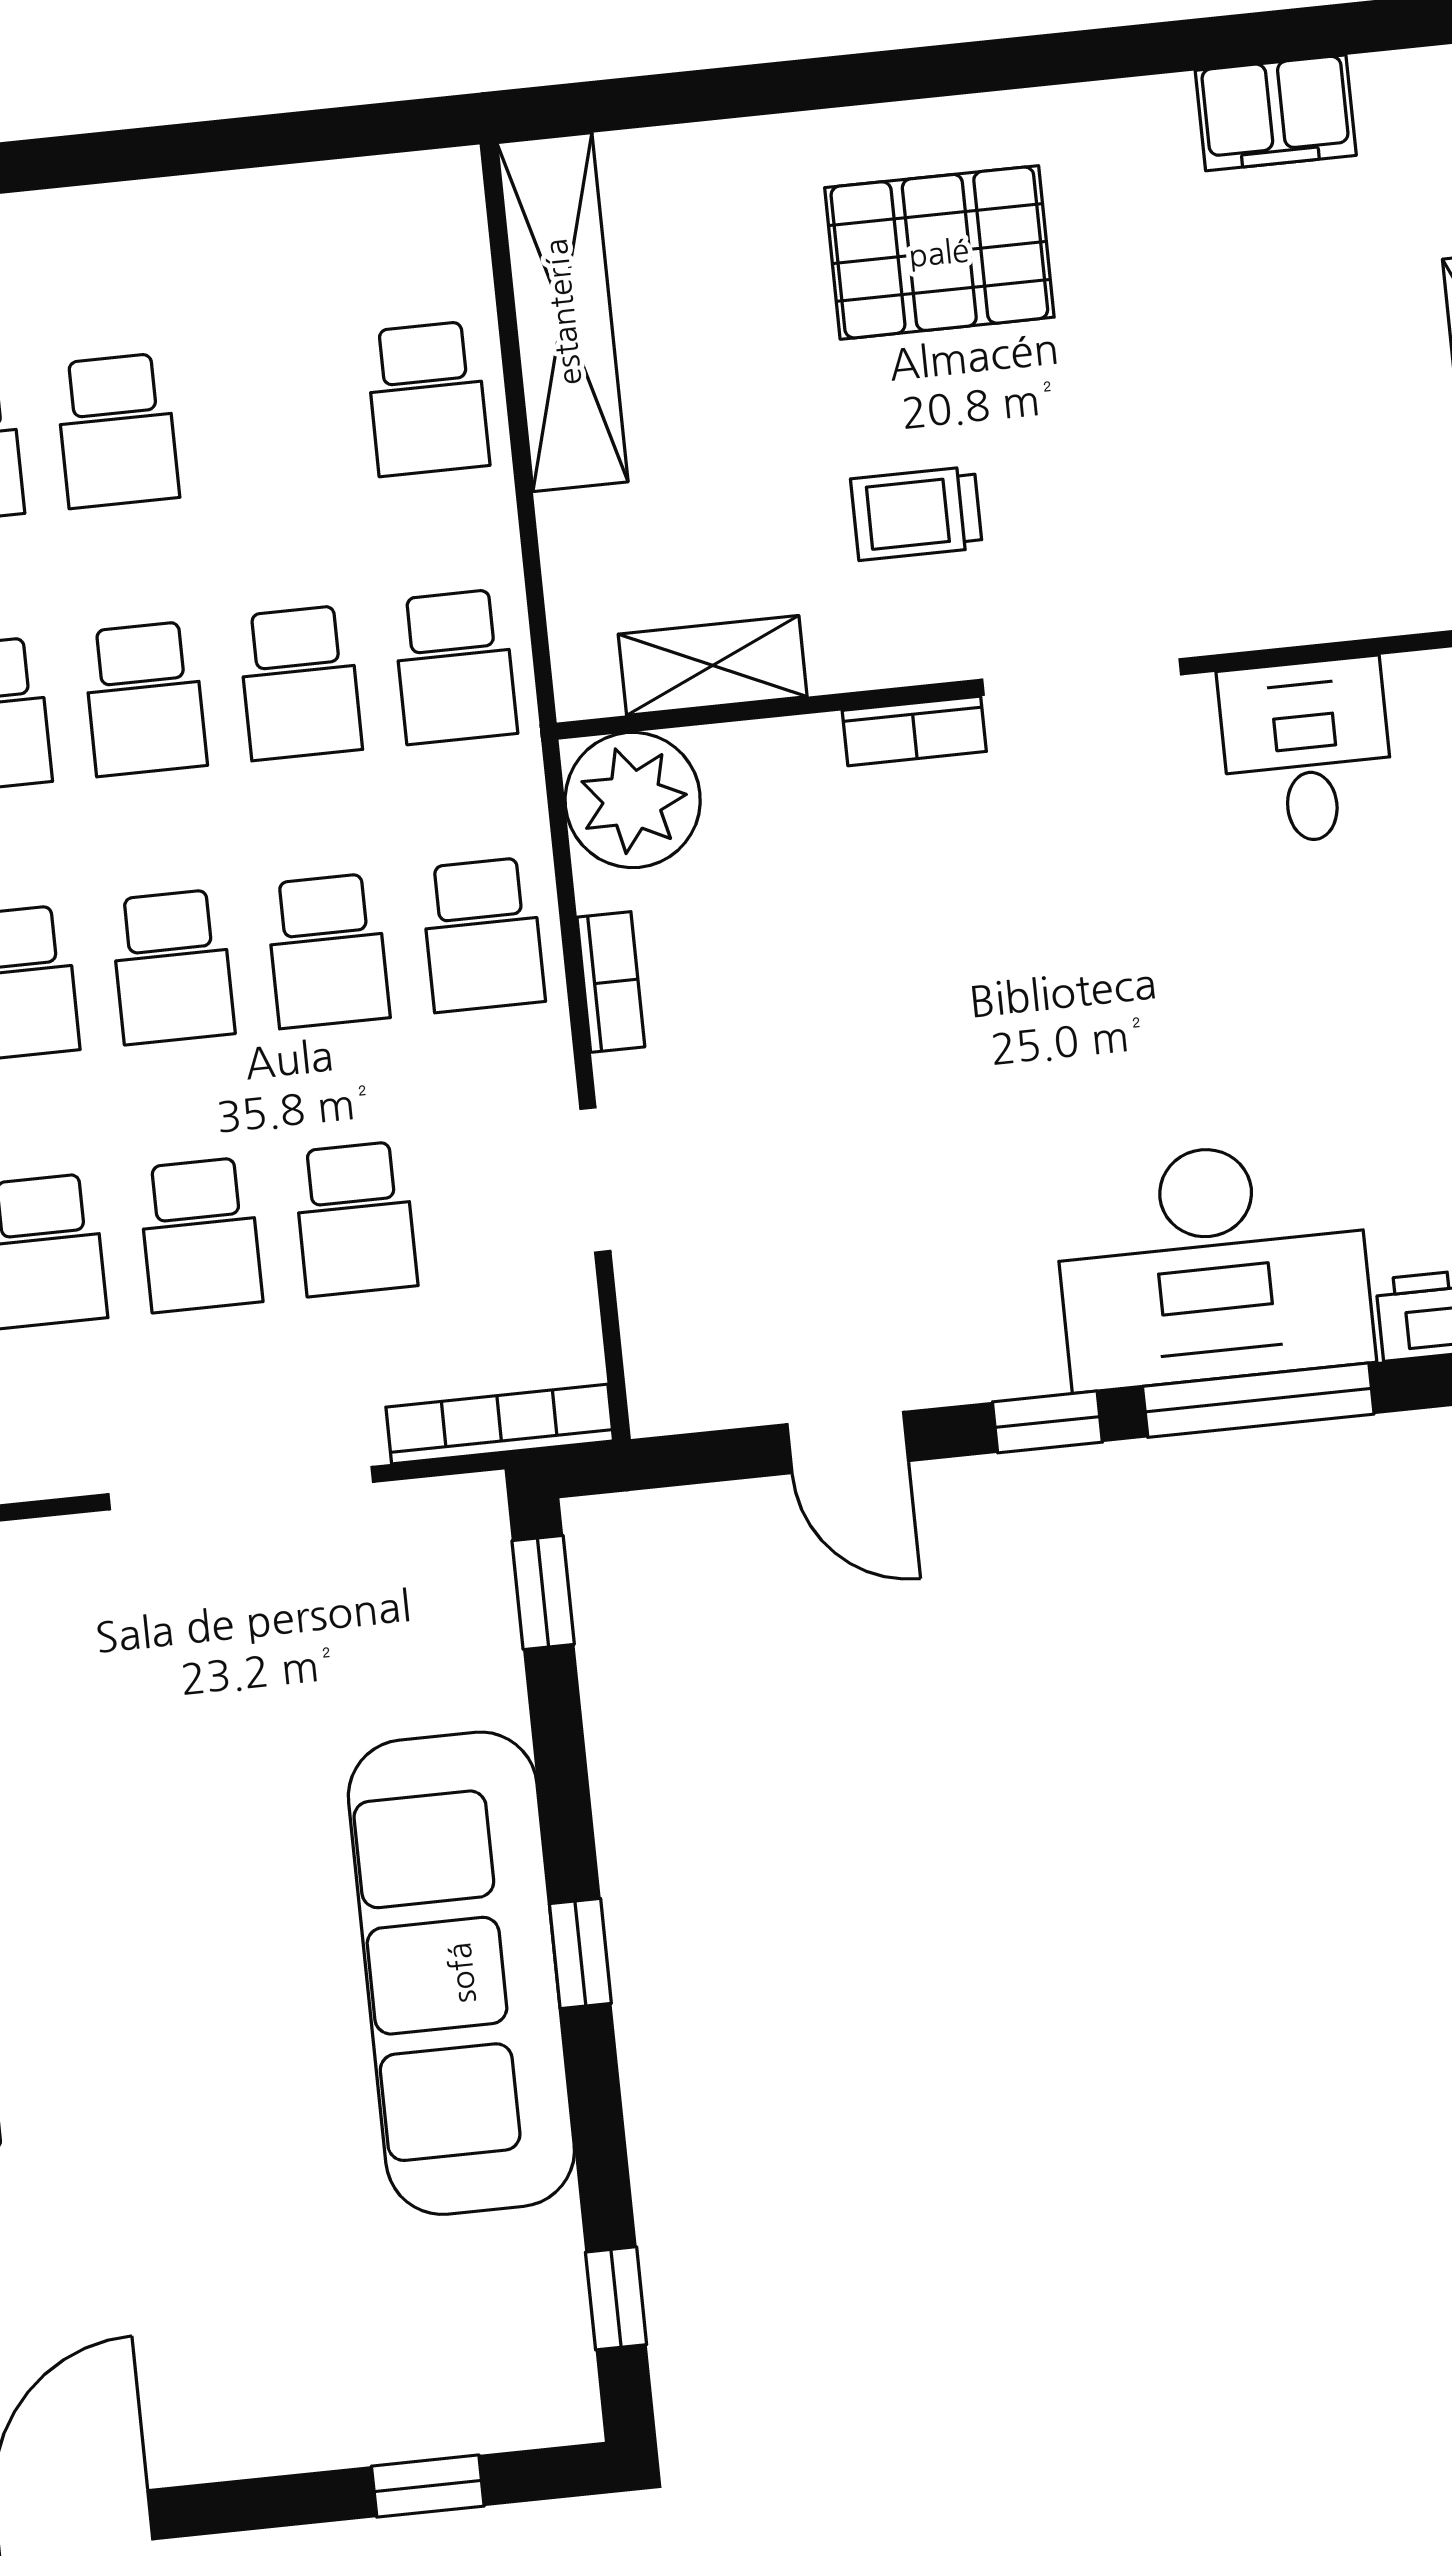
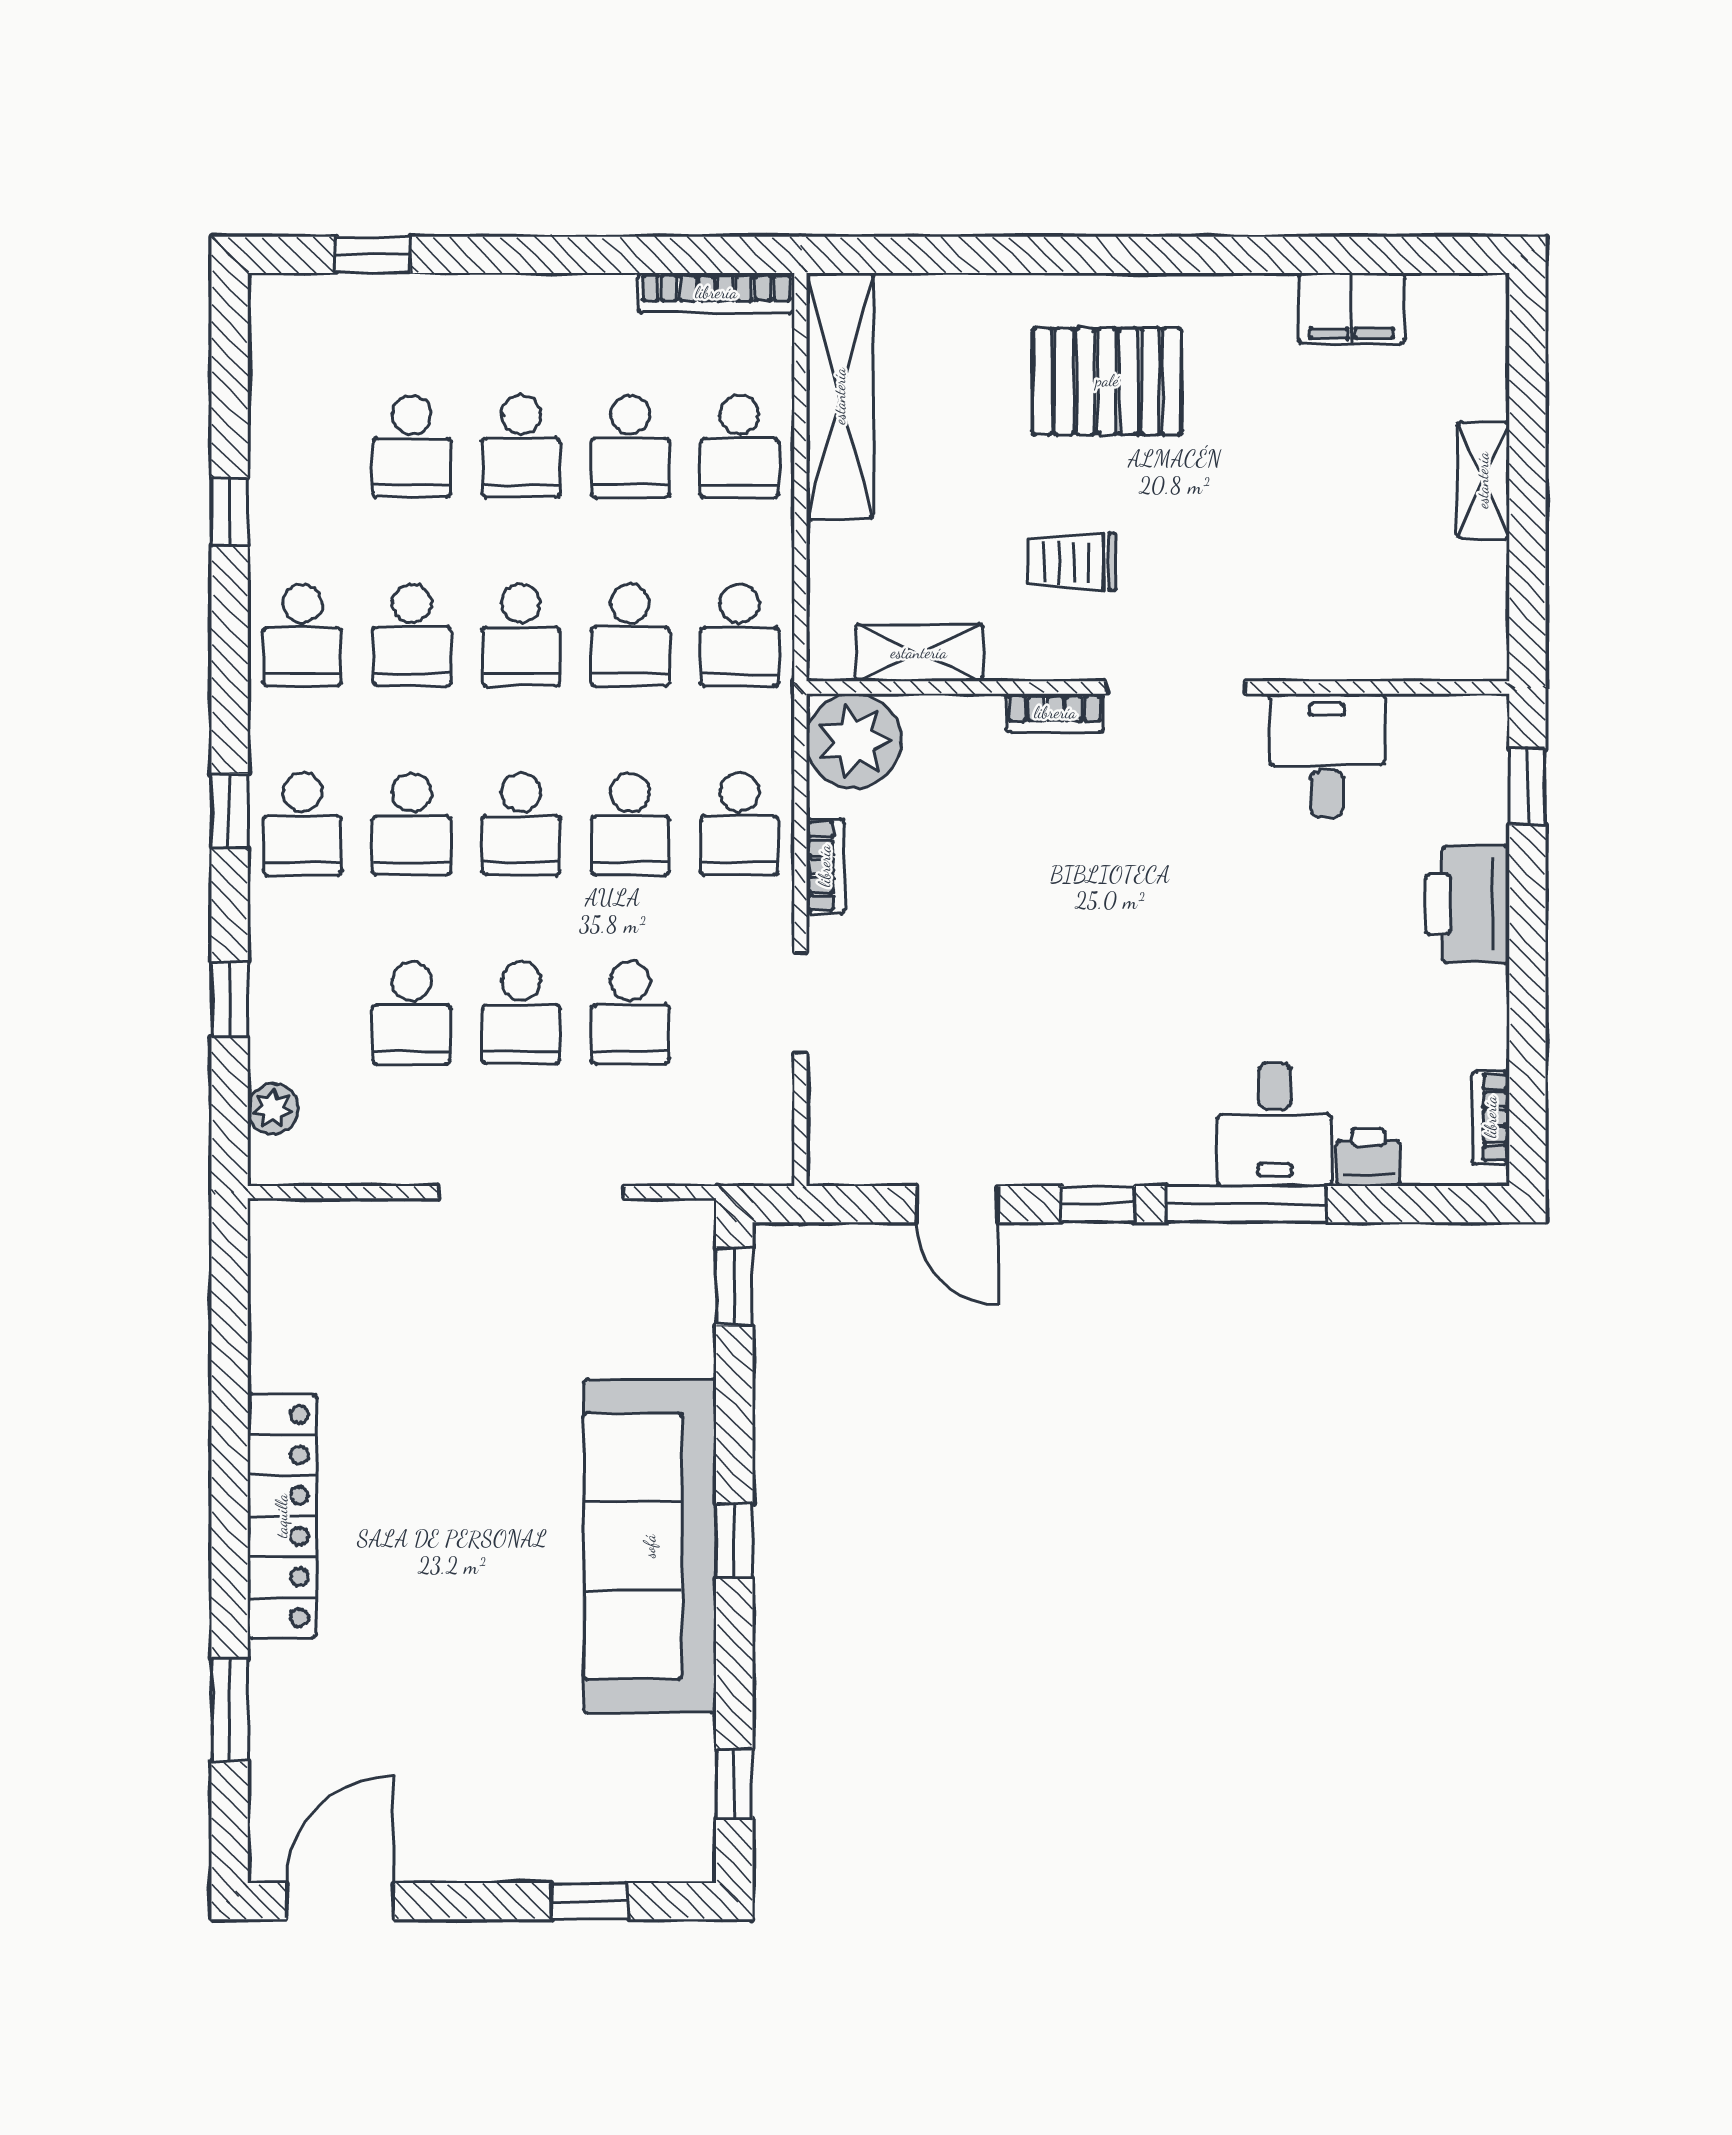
school desk: (272, 415) -> (630, 446), added
desk: (1213, 1264) -> (1275, 1124), width x0.53, depth x0.77
bookcase: (500, 1424) -> (716, 293), moved, turned 180

